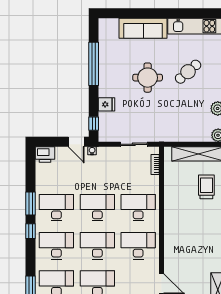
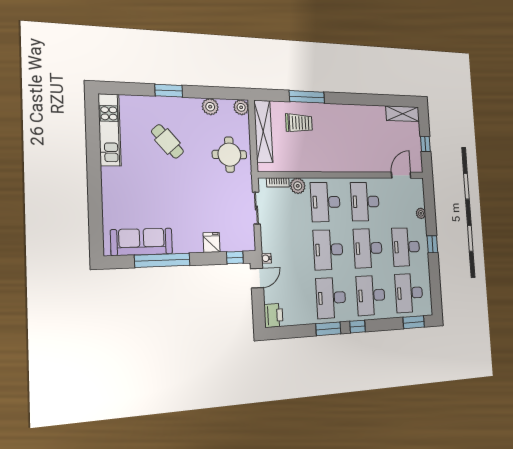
sofa: (143, 28) -> (142, 242), moved, turned -90
round table: (148, 78) -> (229, 155), moved
plant: (152, 183) -> (298, 186), added
trolley: (206, 187) -> (299, 123), turned 180

